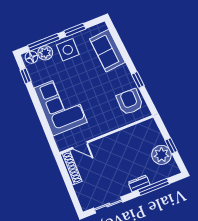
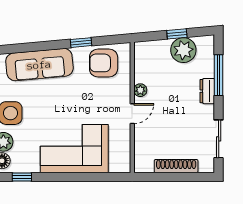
sofa: (107, 51) -> (39, 65), width x1.36
plant: (121, 136) -> (140, 90), added
door: (80, 145) -> (132, 114), moved
shoe rack: (71, 168) -> (176, 166), moved

